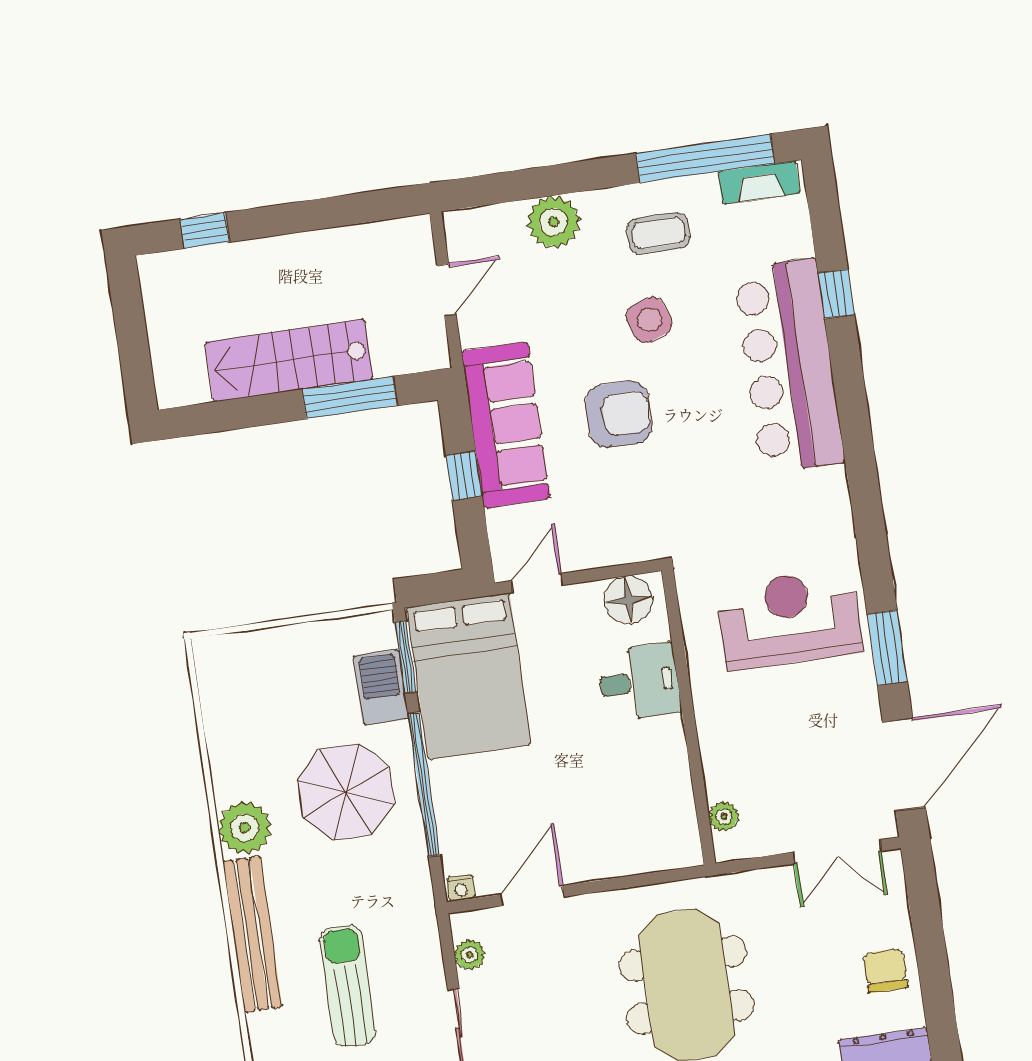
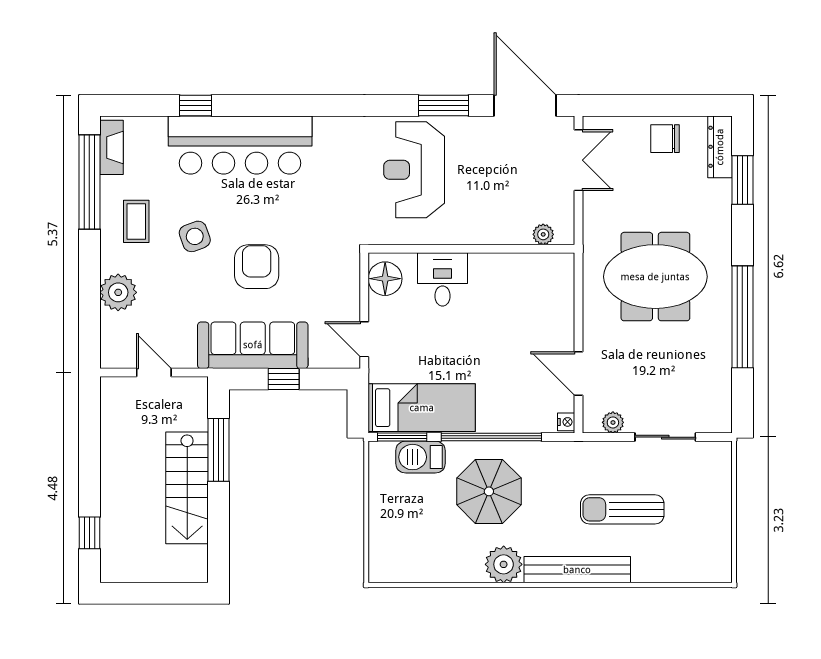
bed: (469, 676) -> (422, 408), width x0.67

